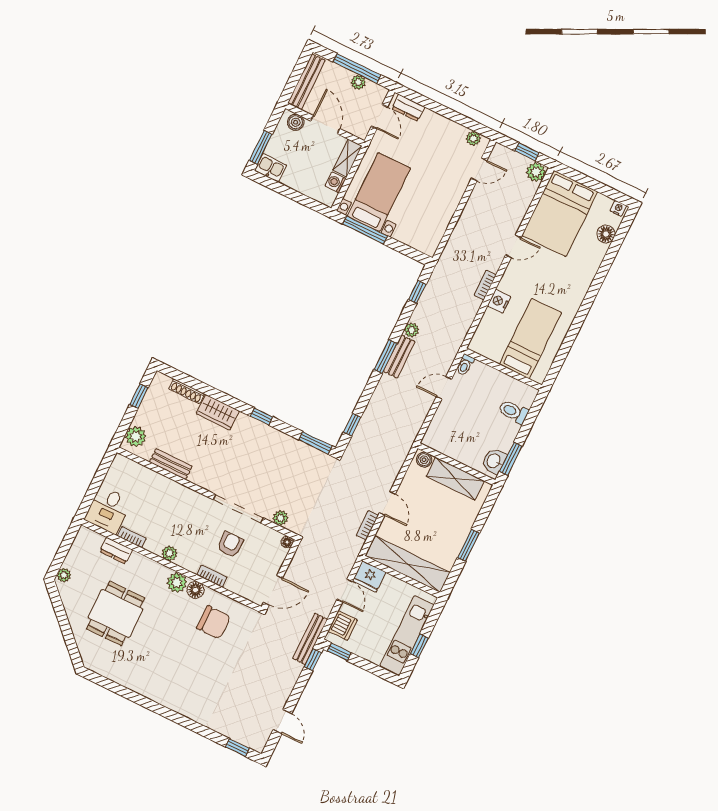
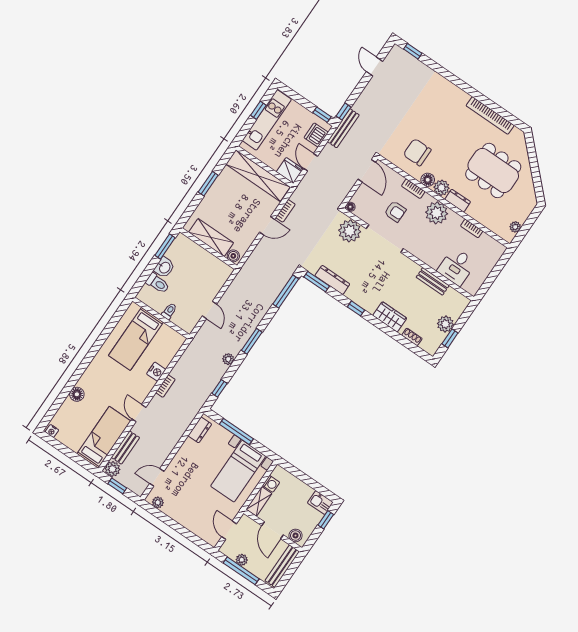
dresser: (408, 108) -> (200, 430), moved, turned 90
window: (261, 147) -> (326, 520), width x0.67
bed: (560, 213) -> (104, 437), width x0.67
window: (365, 230) -> (236, 431), moved
floor lamp: (606, 234) -> (77, 394), moved
door: (513, 246) -> (139, 413), hinge flipped
bench: (399, 356) -> (125, 447), moved
toilet: (465, 365) -> (169, 311), moved
door: (444, 388) -> (209, 310), hinge flipped
shoe rack: (187, 391) -> (412, 337), width x0.70
window: (352, 425) -> (286, 292), width x2.17
plant: (136, 437) -> (445, 324), moved
dresser: (296, 448) -> (332, 280), added
washbasin: (494, 461) -> (164, 267), moved
door: (387, 503) -> (267, 226), swing flipped
desk: (108, 510) -> (457, 267), moved, turned 180
plant: (280, 518) -> (350, 231), width x1.88, depth x1.88
armchair: (230, 545) -> (395, 211), turned -90
dresser: (116, 551) -> (458, 201), moved
plant: (169, 553) -> (437, 213), width x1.87, depth x1.87
plant: (64, 575) -> (515, 227), moved
door: (273, 590) -> (367, 171), swing flipped
dining table: (115, 613) -> (493, 170), width x1.38
bookcase: (129, 681) -> (490, 115), added

